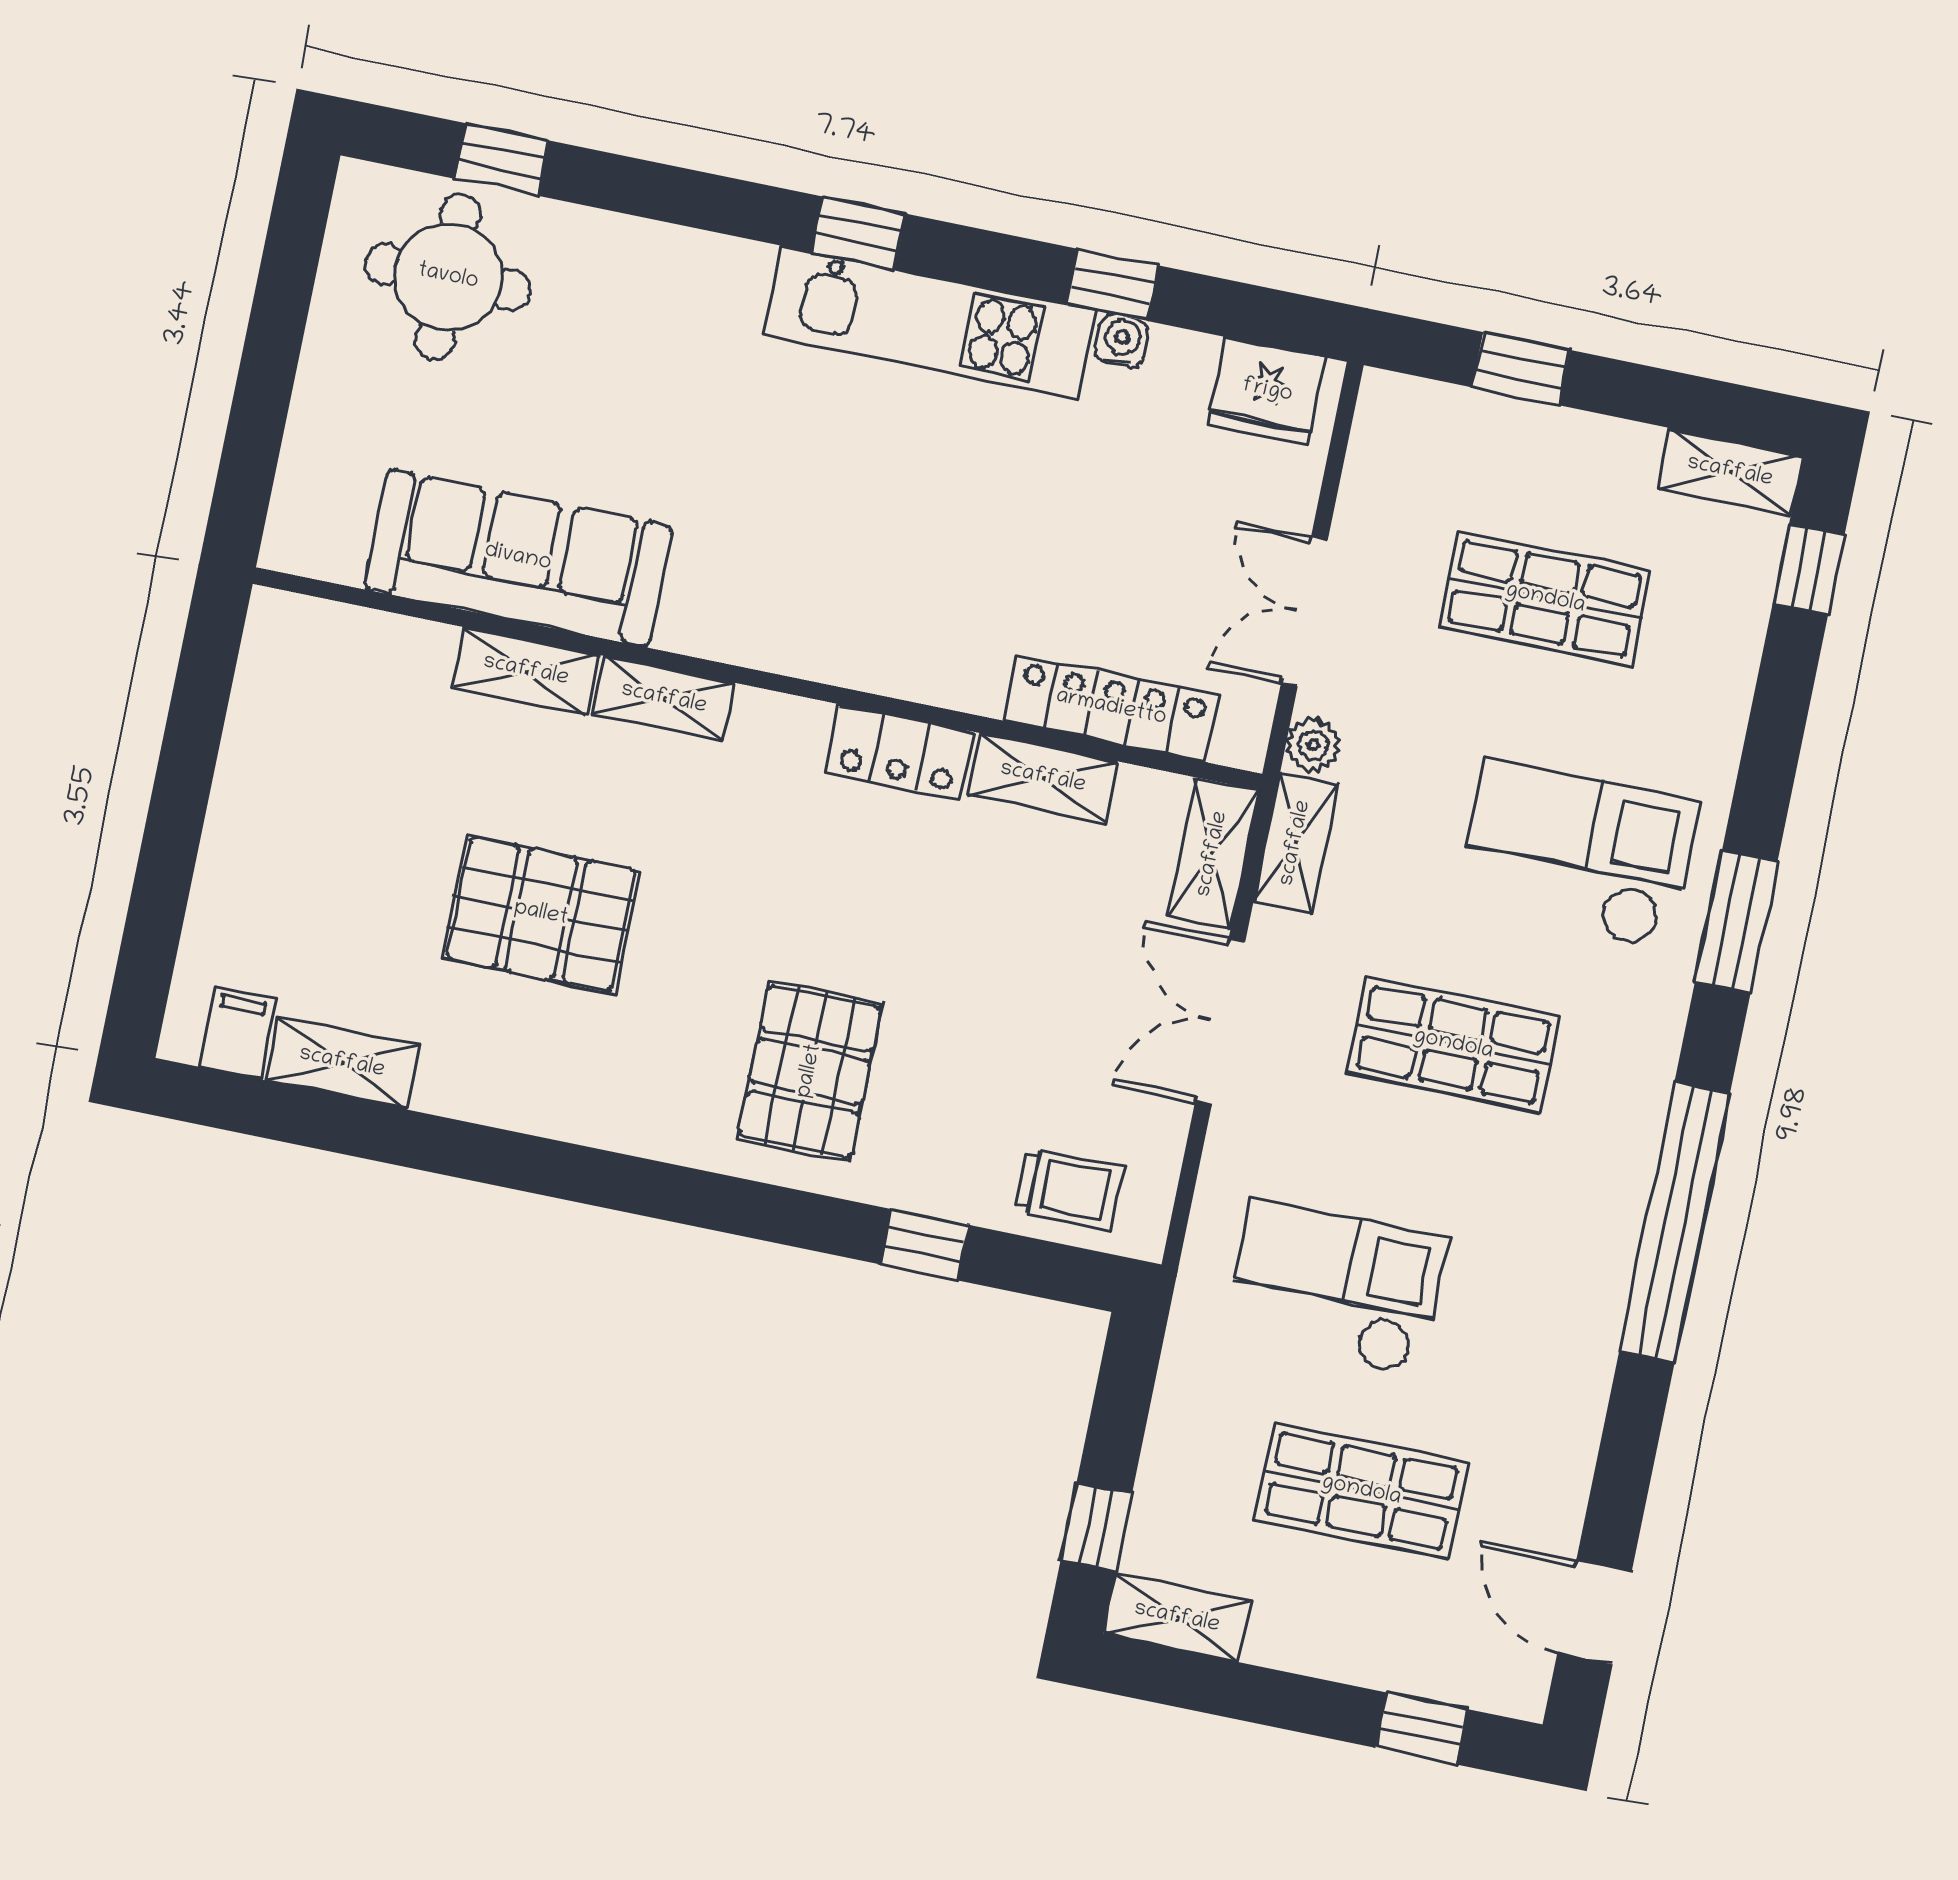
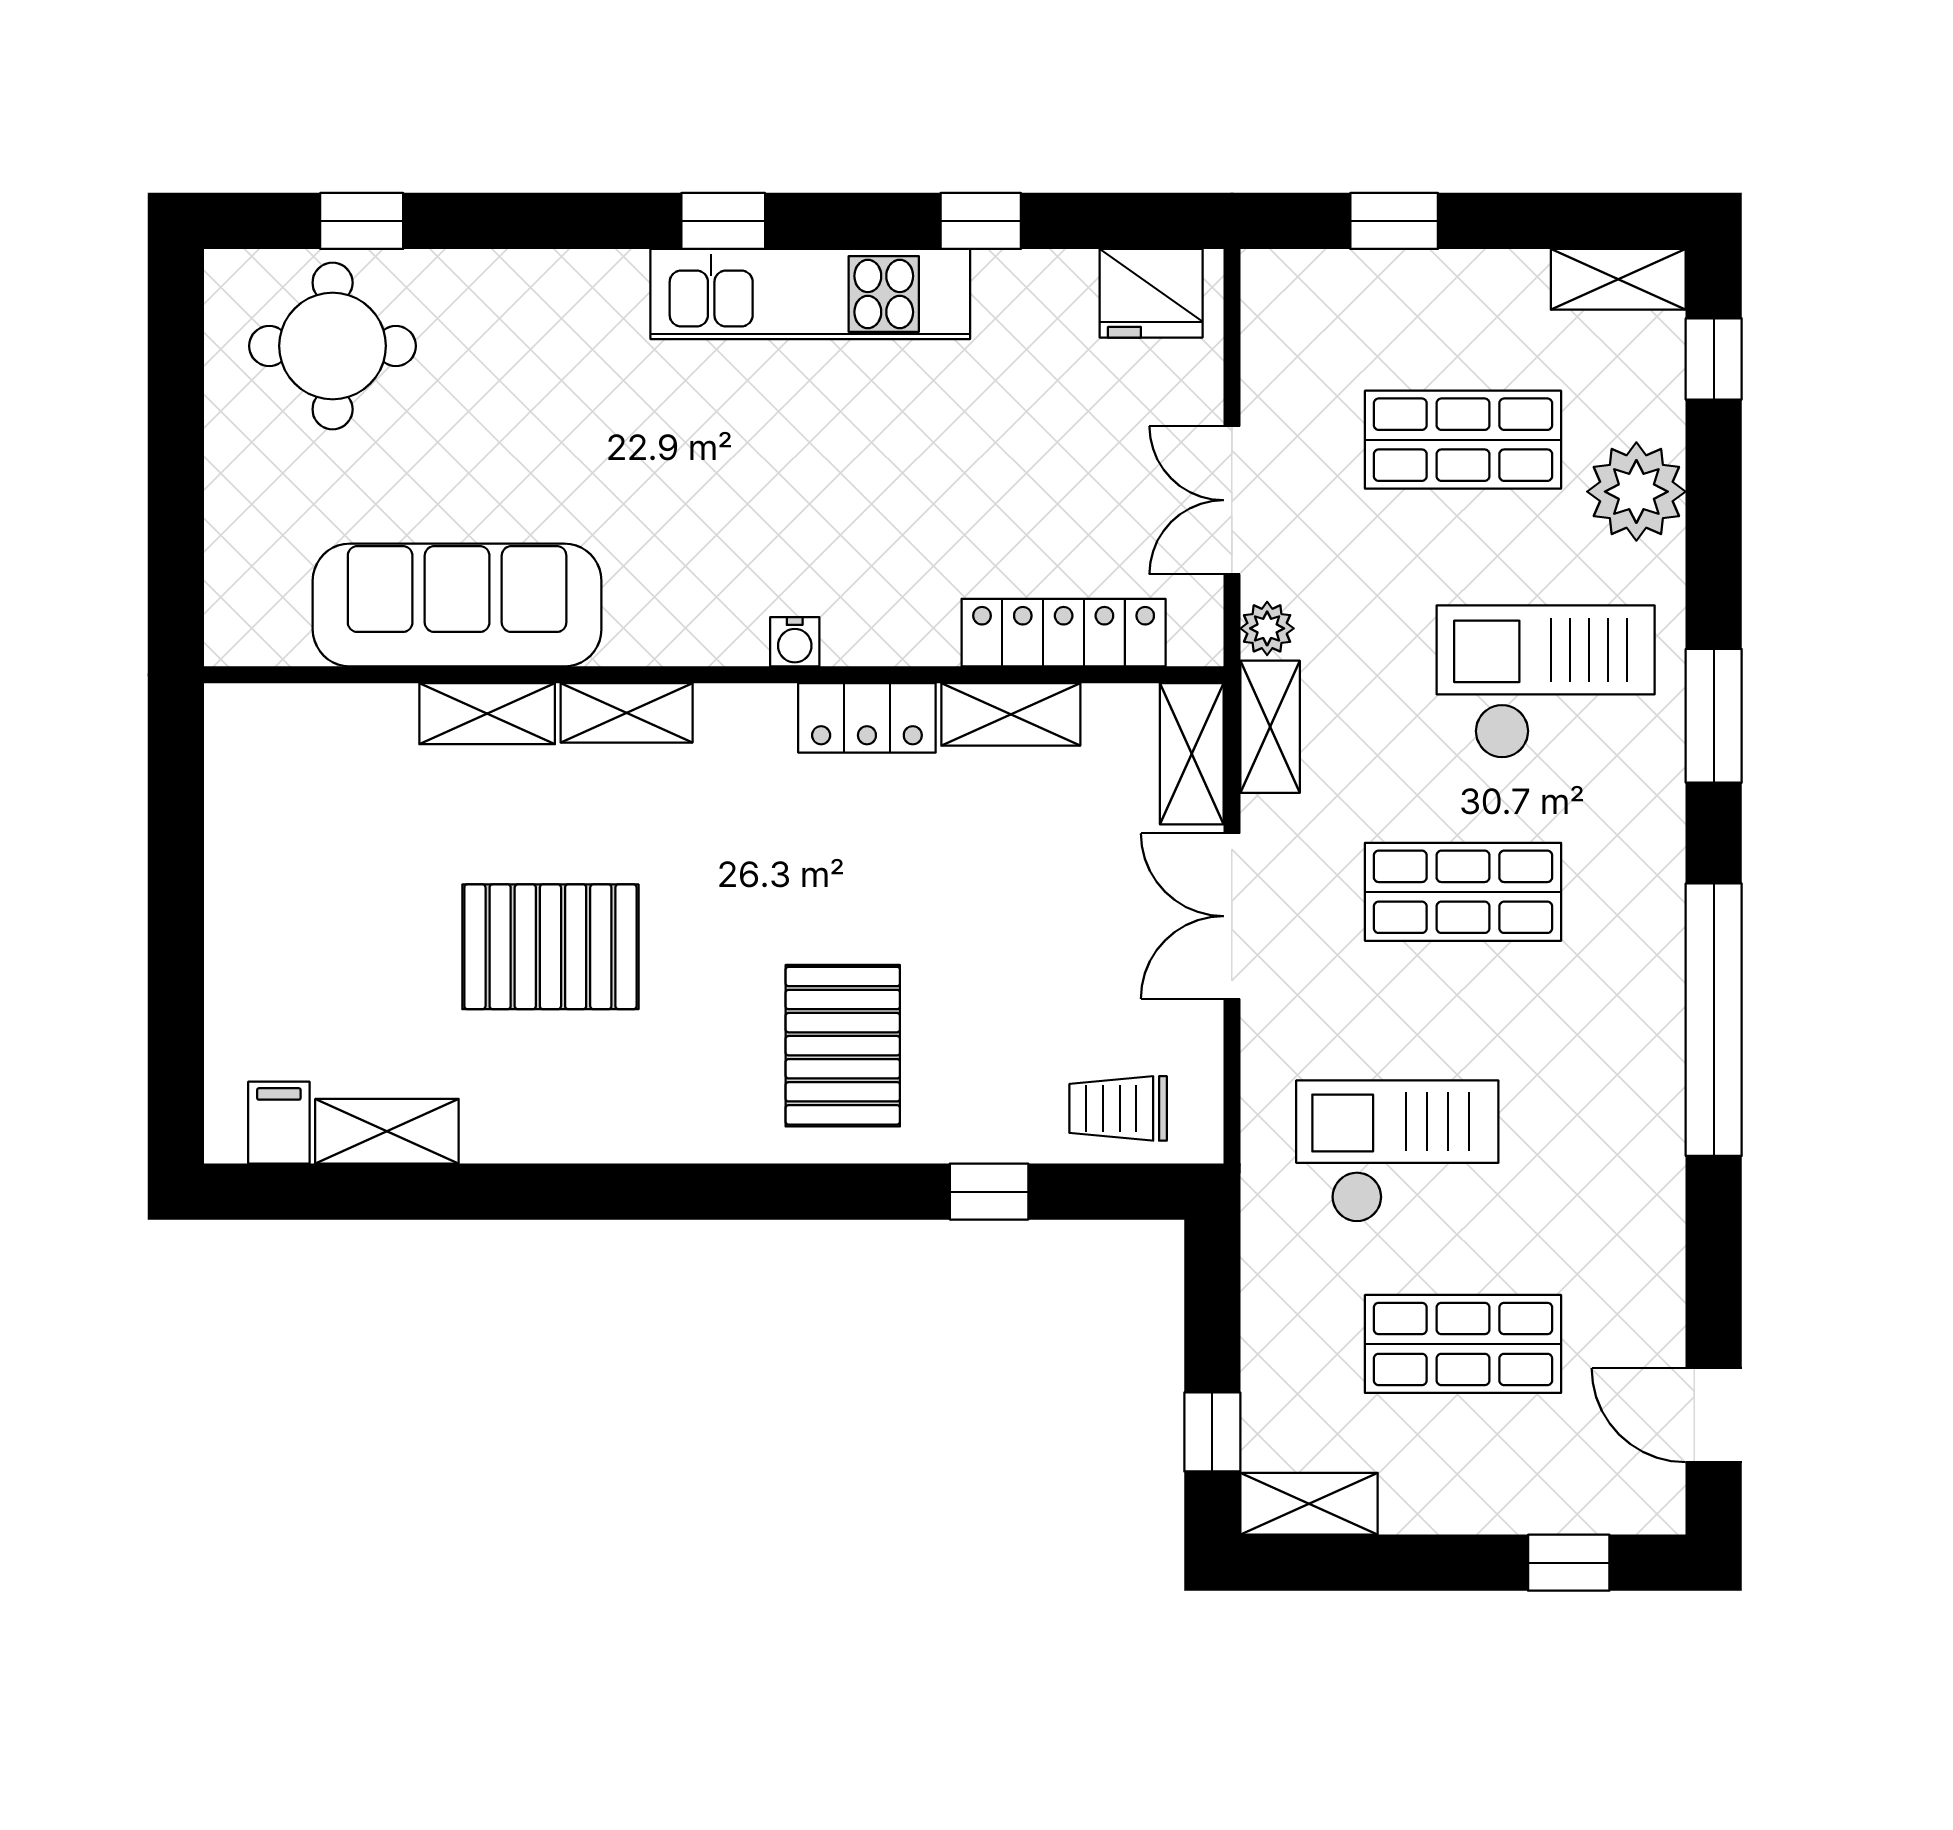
water cooler: (1122, 341) -> (795, 642), moved, turned 180
plant: (1705, 685) -> (1636, 492), added
trolley: (1069, 1189) -> (1118, 1108), turned 180

